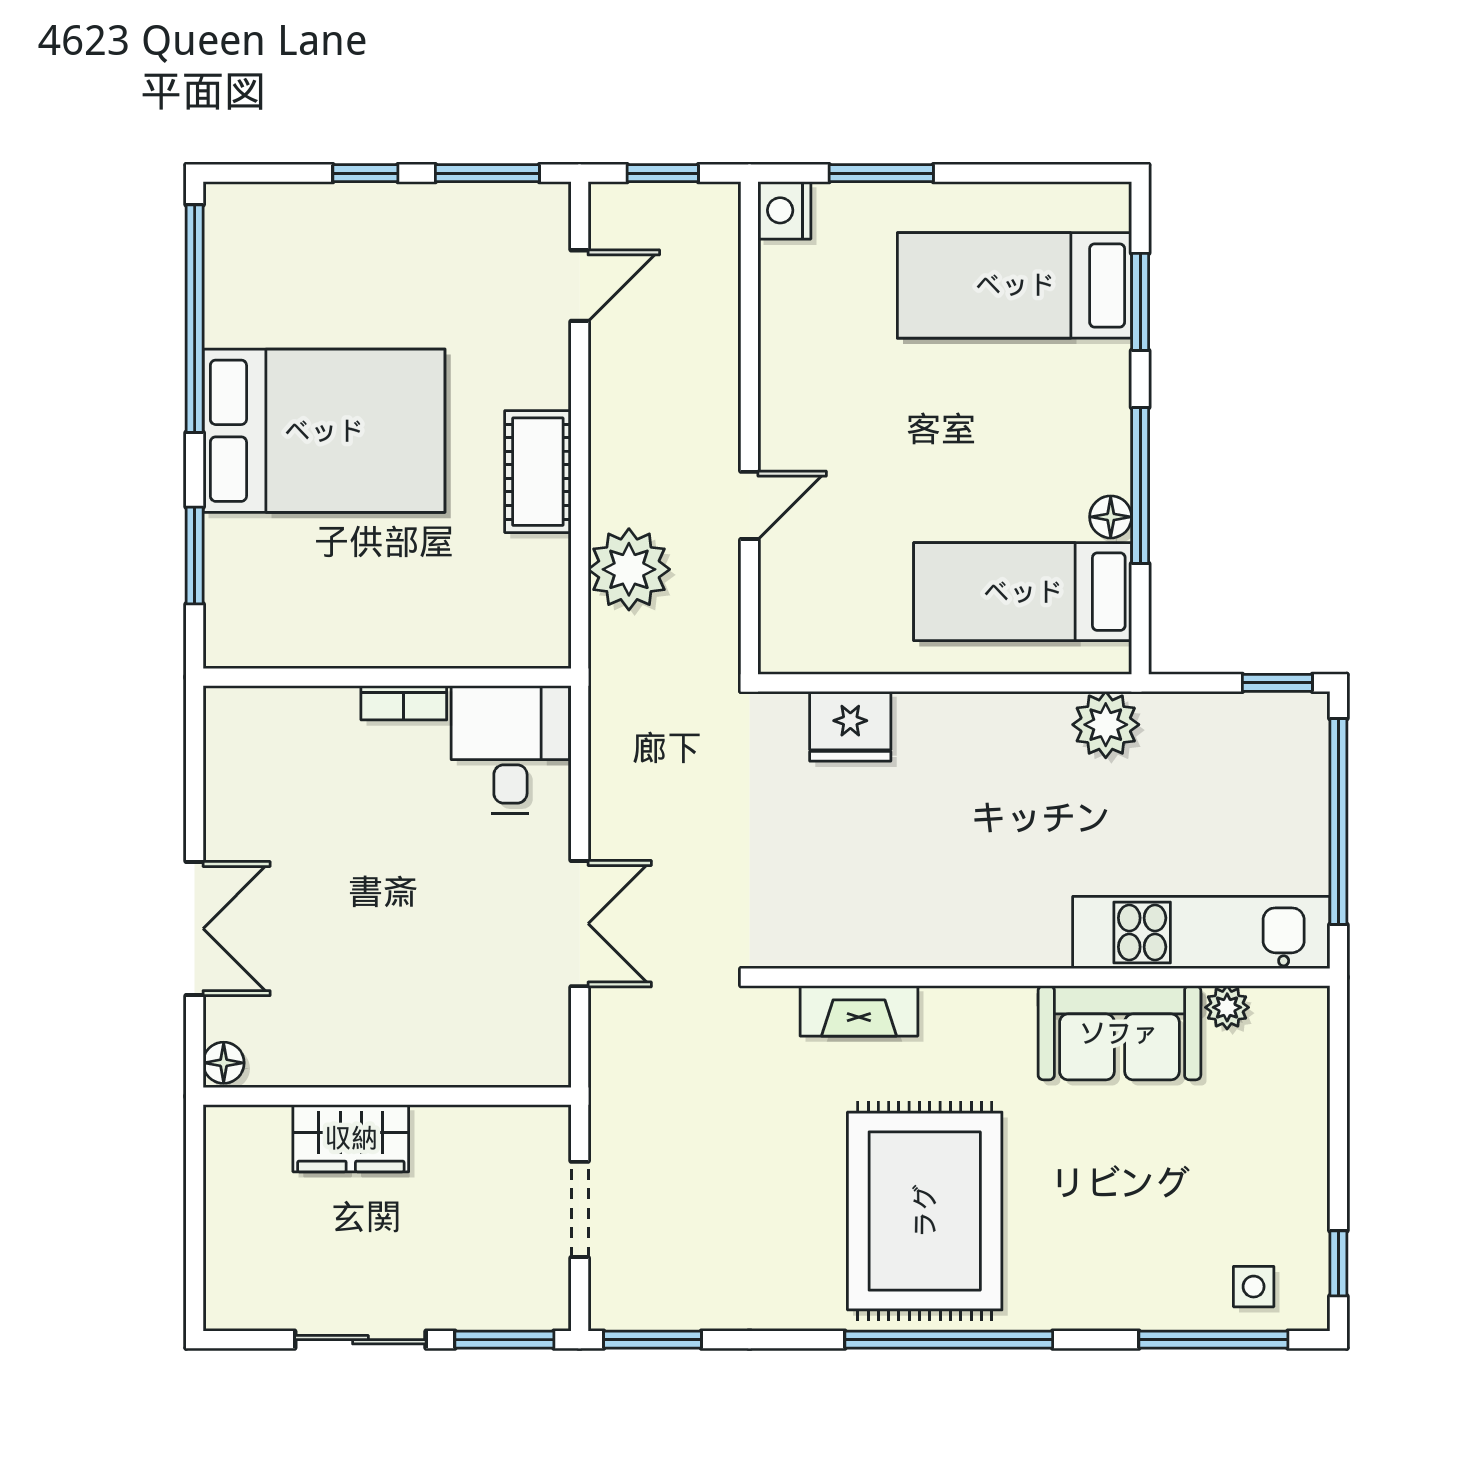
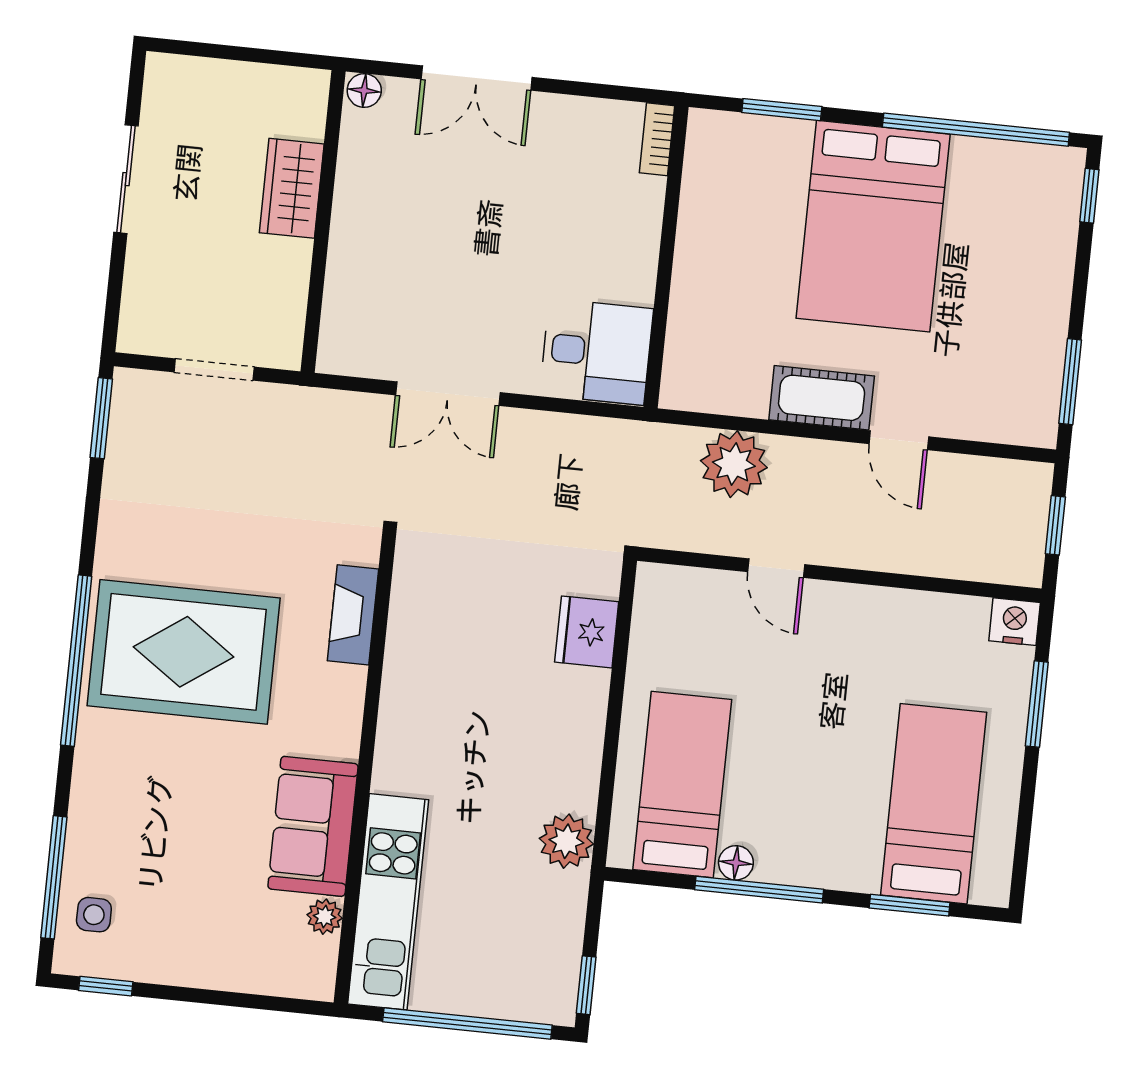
window: (365, 173) -> (1089, 196), moved
door: (580, 286) -> (899, 440), moved
bookcase: (404, 703) -> (657, 139), moved
window: (504, 1340) -> (114, 297), removed

